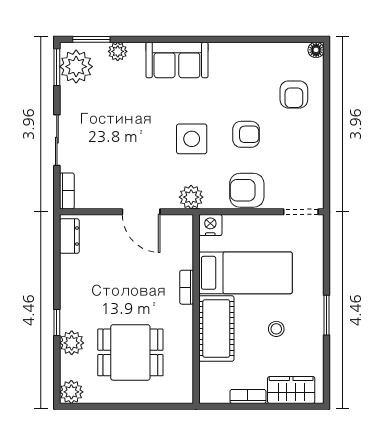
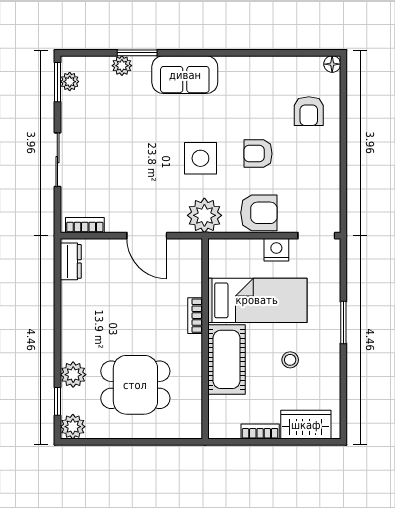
window: (91, 39) -> (137, 53), moved
plant: (76, 67) -> (70, 82), width x0.53, depth x0.53
armchair: (246, 134) -> (258, 154), turned 180
armchair: (247, 190) -> (259, 213), turned 180
bookcase: (67, 191) -> (85, 225), moved, turned -90
plant: (191, 197) -> (204, 215), width x1.36, depth x1.36
nightstand: (210, 225) -> (276, 250), moved
window: (327, 315) -> (343, 323), moved
window: (57, 322) -> (57, 401), moved

